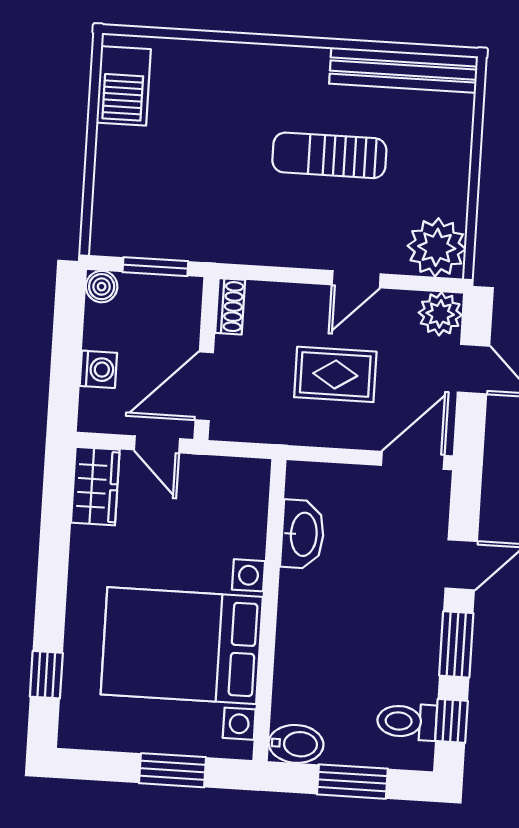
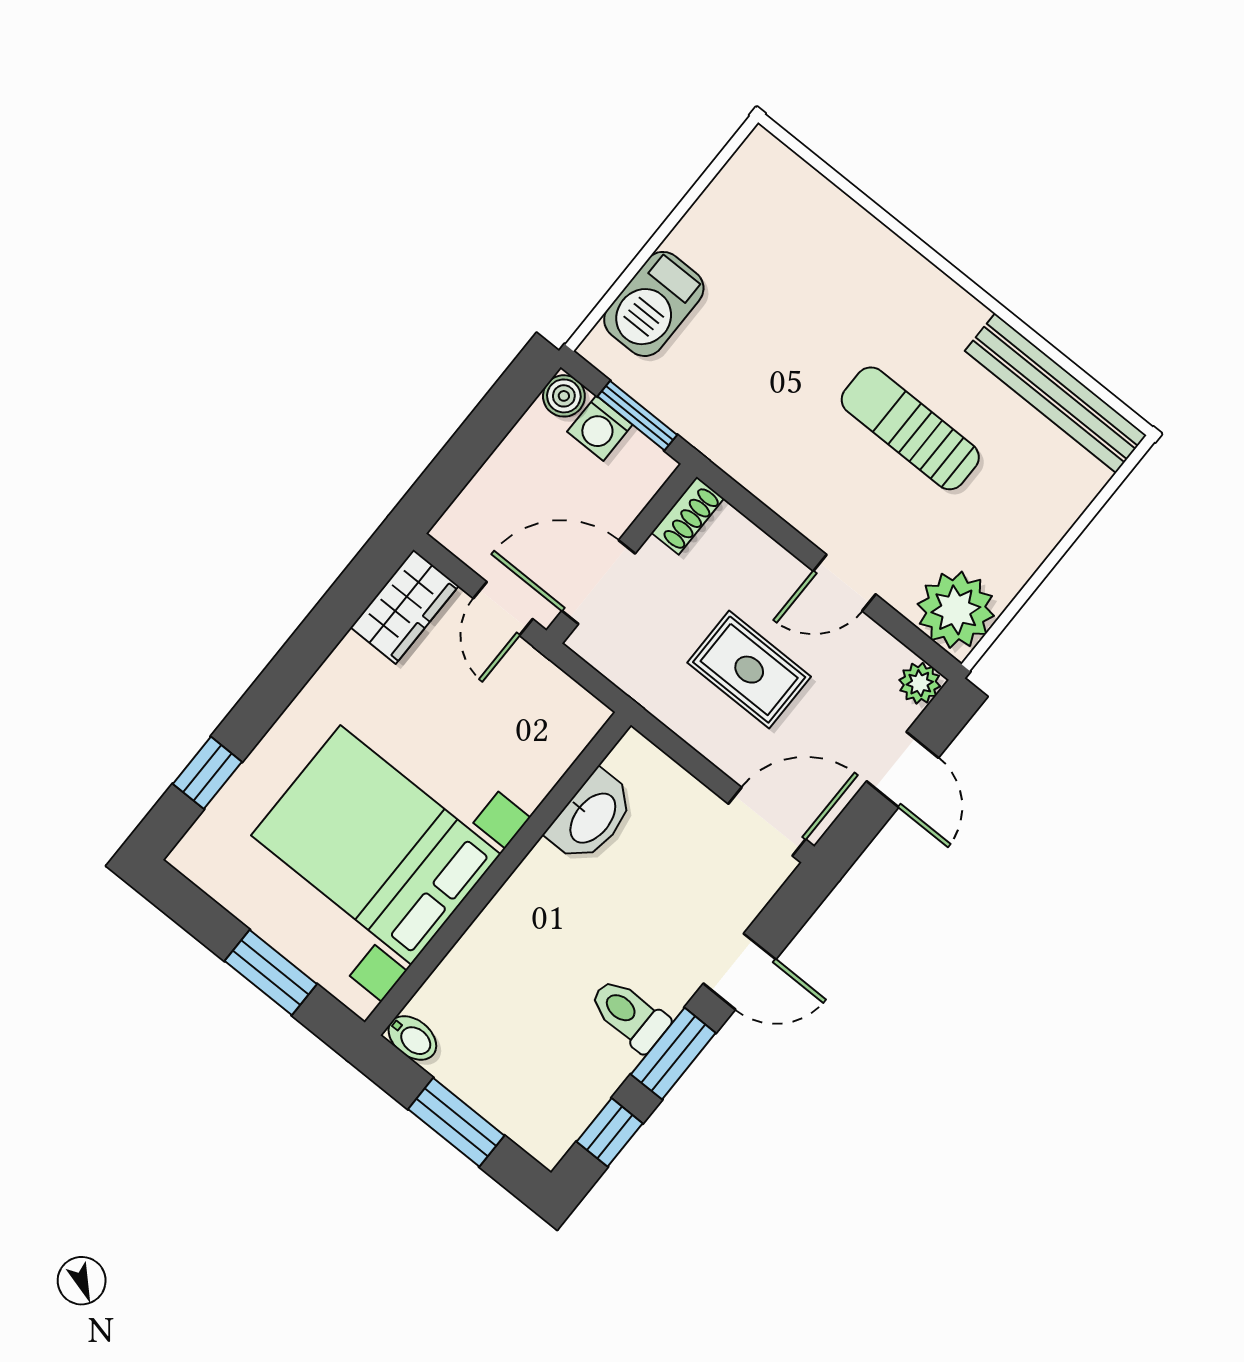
barbecue: (123, 86) -> (654, 304), moved
plant: (440, 314) -> (920, 683), width x0.73, depth x0.73
washing machine: (98, 369) -> (600, 428), moved, turned 90
toilet: (407, 721) -> (629, 1015), moved
bidet: (296, 744) -> (412, 1038), width x0.72, depth x0.74

